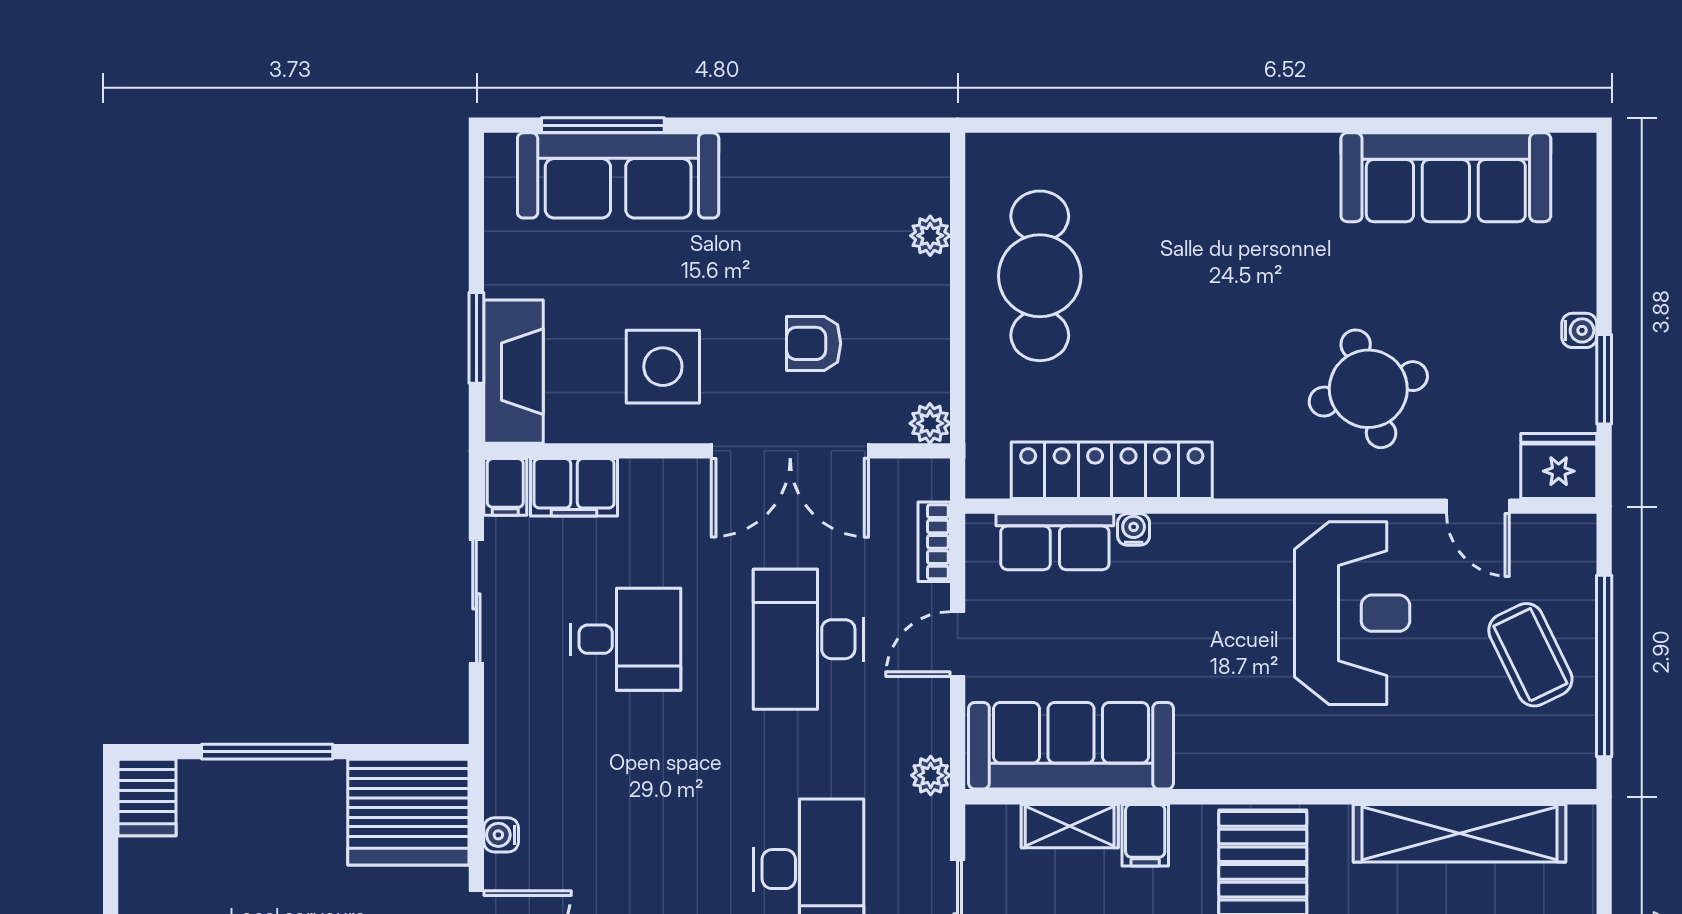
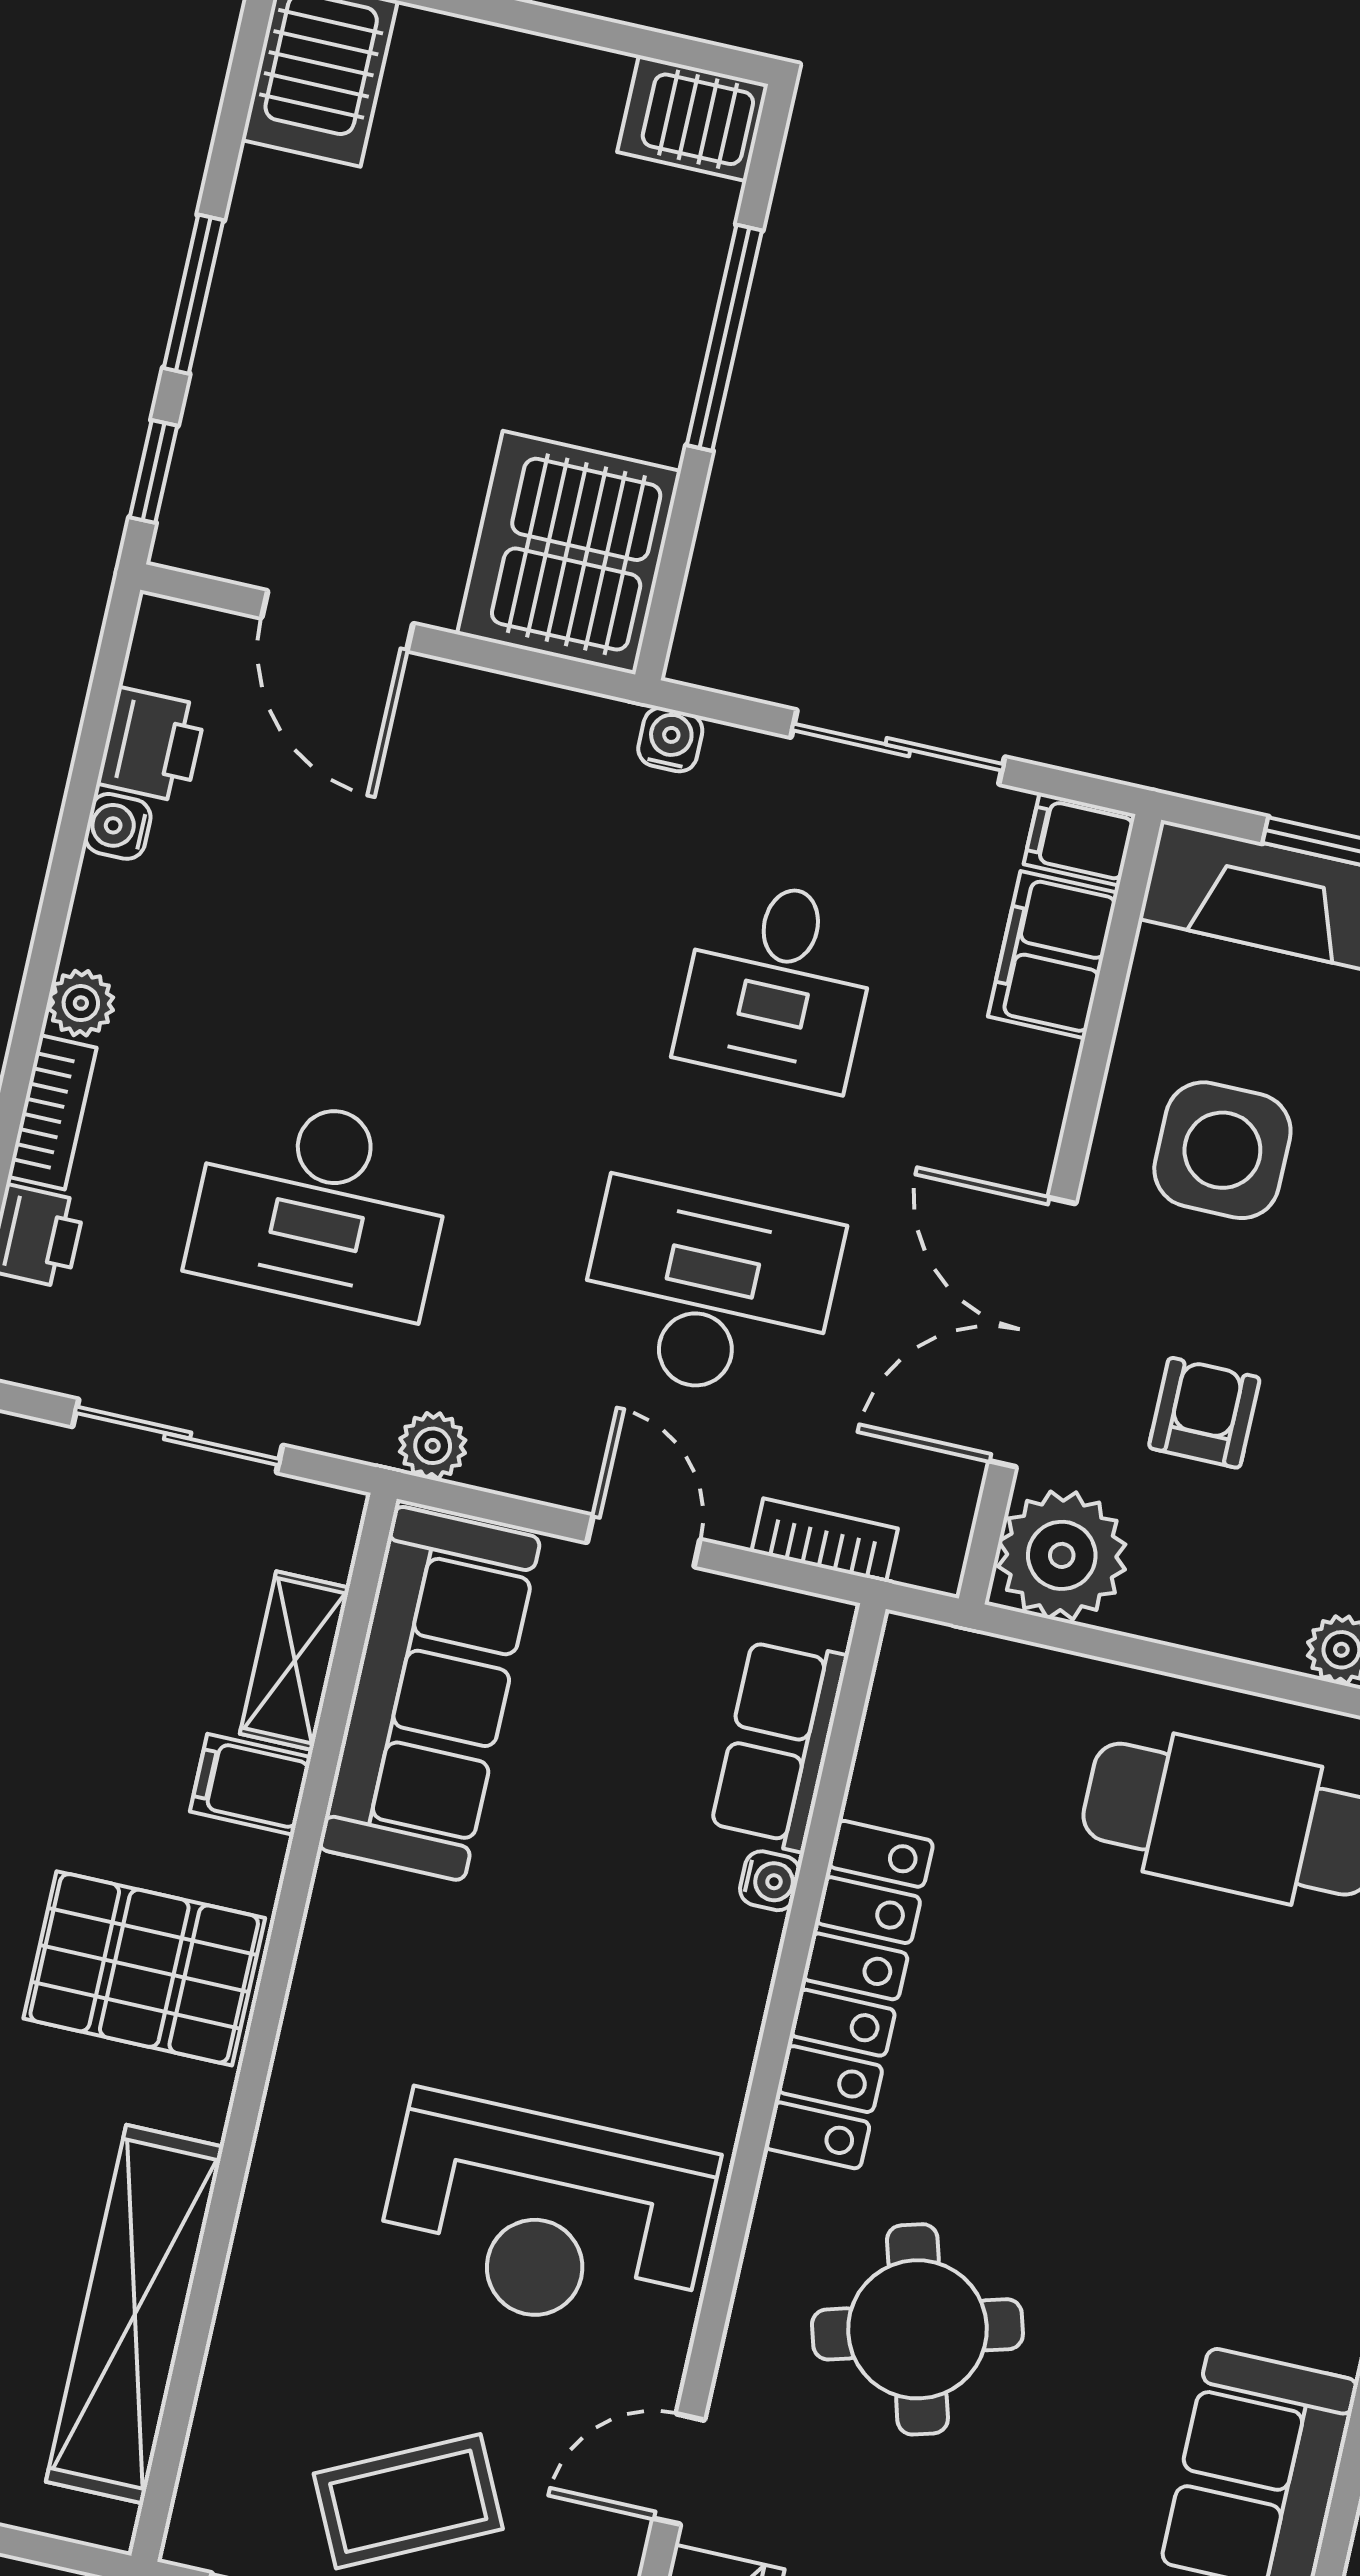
plant: (930, 423) -> (1062, 1555), width x1.87, depth x1.87
locker: (1112, 470) -> (849, 1995), moved
water cooler: (501, 835) -> (670, 740), moved

